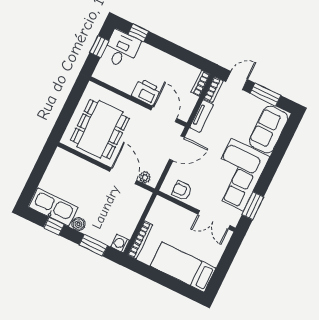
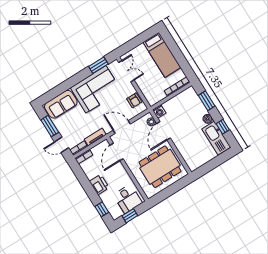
desk: (121, 49) -> (128, 199), moved, turned -90
printer: (146, 92) -> (99, 185), moved, turned 180
washing machine: (120, 244) -> (159, 111), moved

